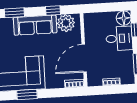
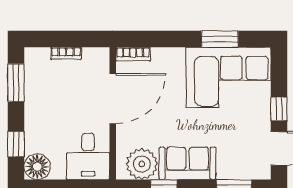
sofa: (35, 25) -> (188, 163), width x0.73
desk: (119, 38) -> (88, 156), moved, turned -90

